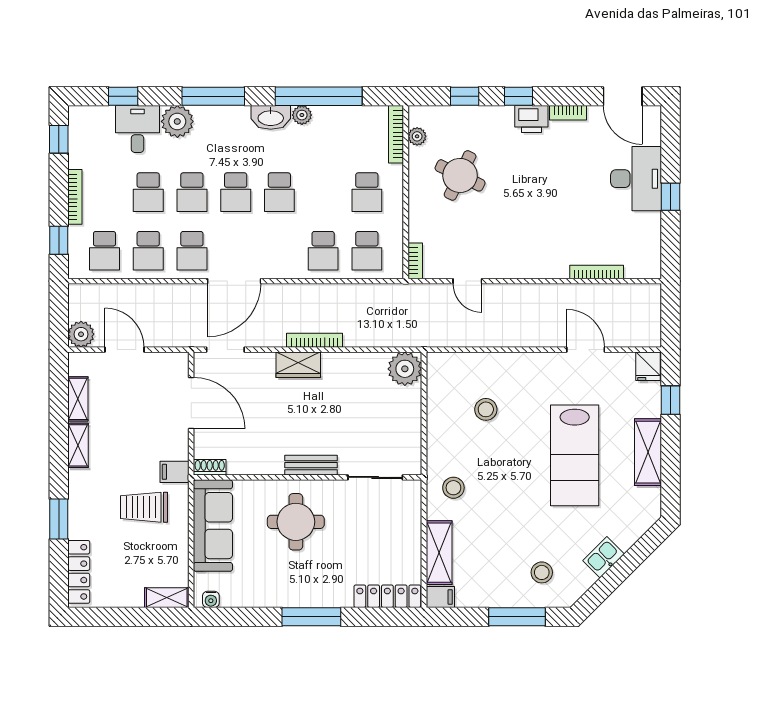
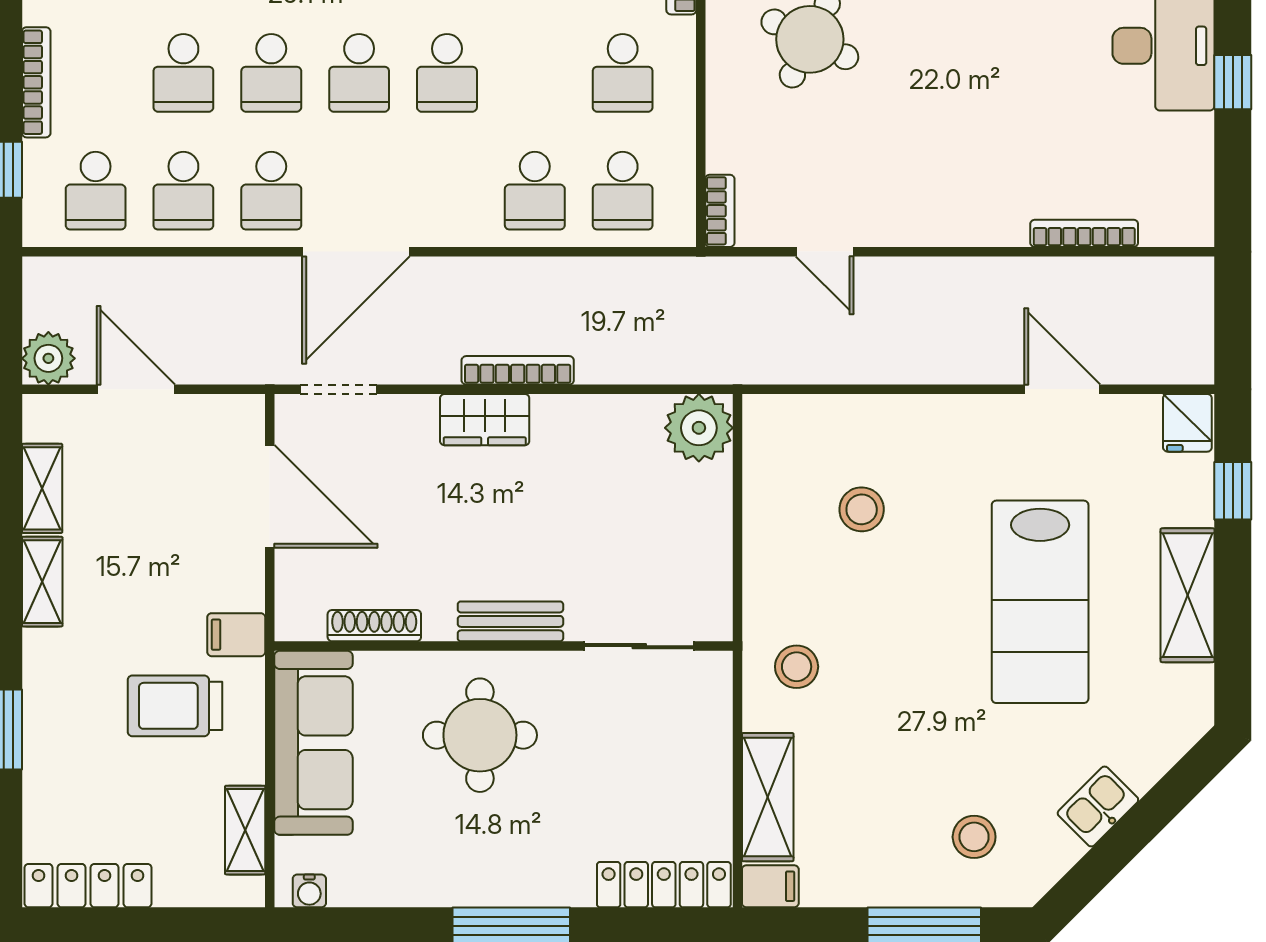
shoe rack: (210, 467) -> (374, 626), moved, width x1.43
locker: (79, 572) -> (88, 886), moved, turned -90
shelving: (167, 598) -> (245, 830), moved, turned 90

